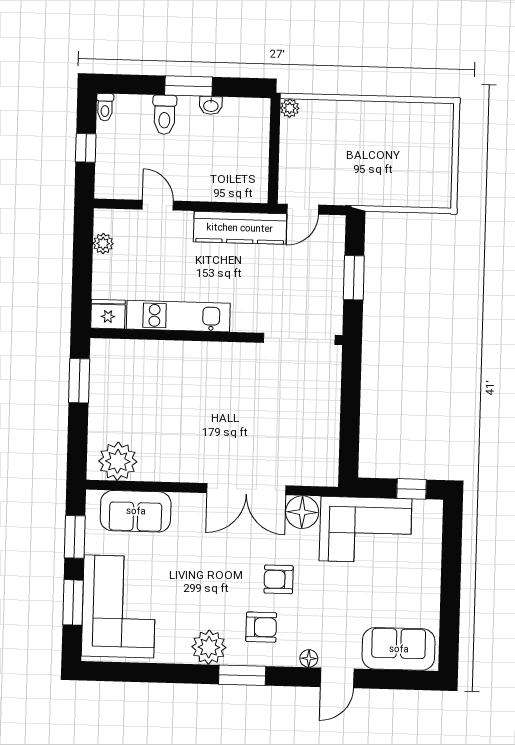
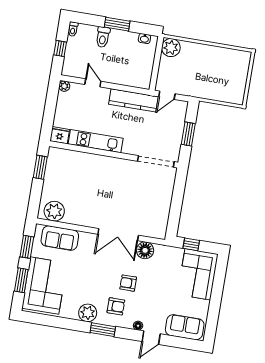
washbasin: (211, 105) -> (144, 39), moved
plant: (290, 108) -> (171, 48), width x1.87, depth x1.87
plant: (103, 243) -> (64, 86), moved
window: (412, 489) -> (191, 244), moved
corner sofa: (366, 530) -> (198, 274), moved, turned 90

